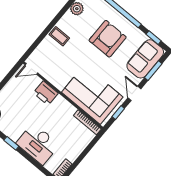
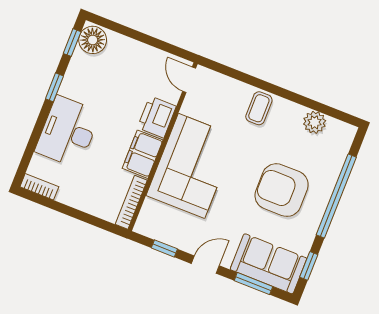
armchair: (108, 39) -> (282, 190), turned 180
corner sofa: (92, 95) -> (191, 166), moved
filing cabinet: (63, 107) -> (143, 154), added

